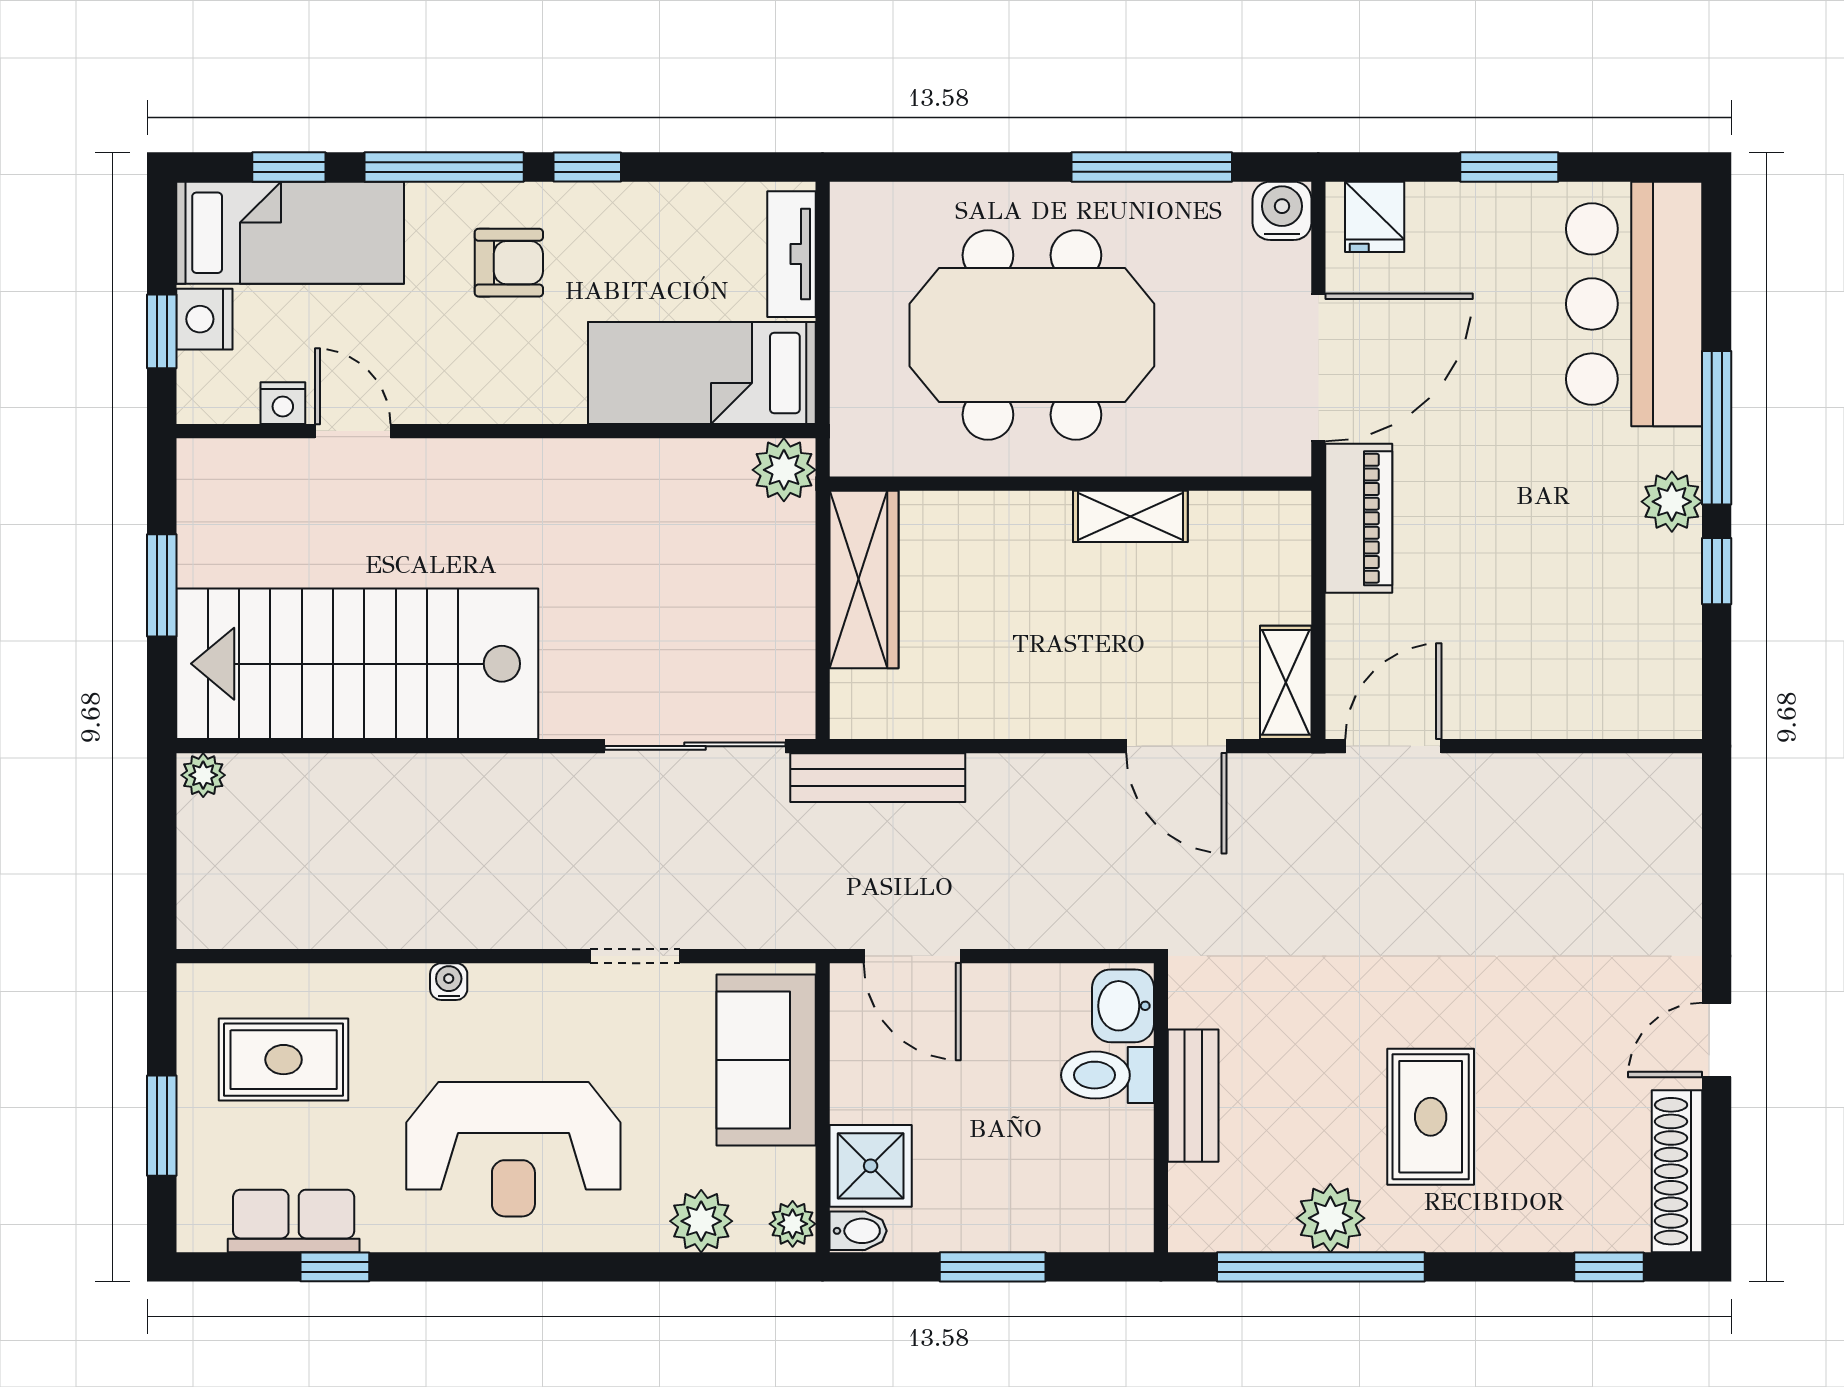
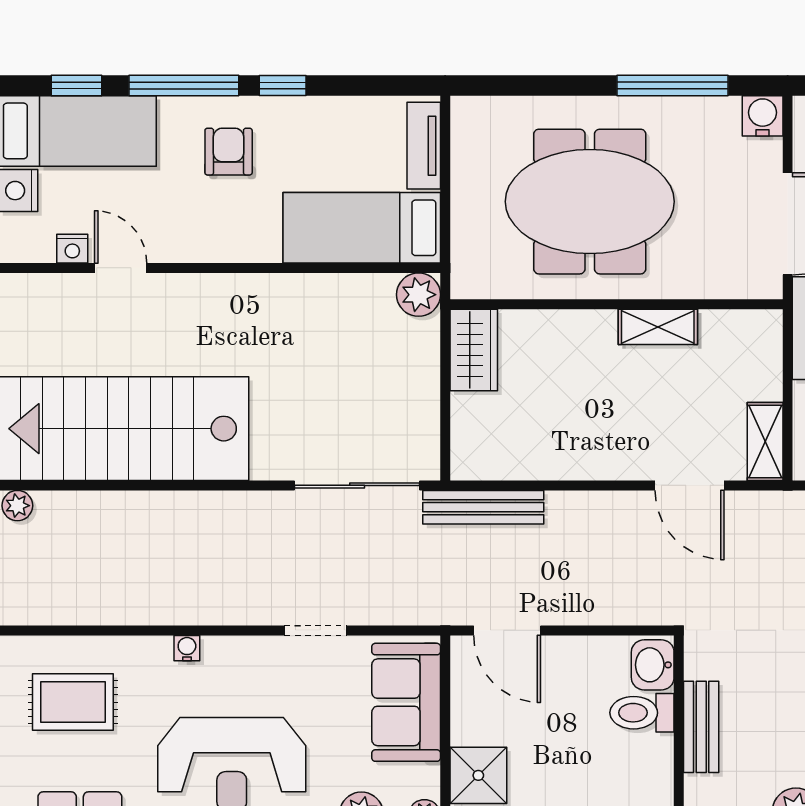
armchair: (509, 263) -> (229, 152), turned -90
wardrobe: (864, 580) -> (474, 350), width x0.67

